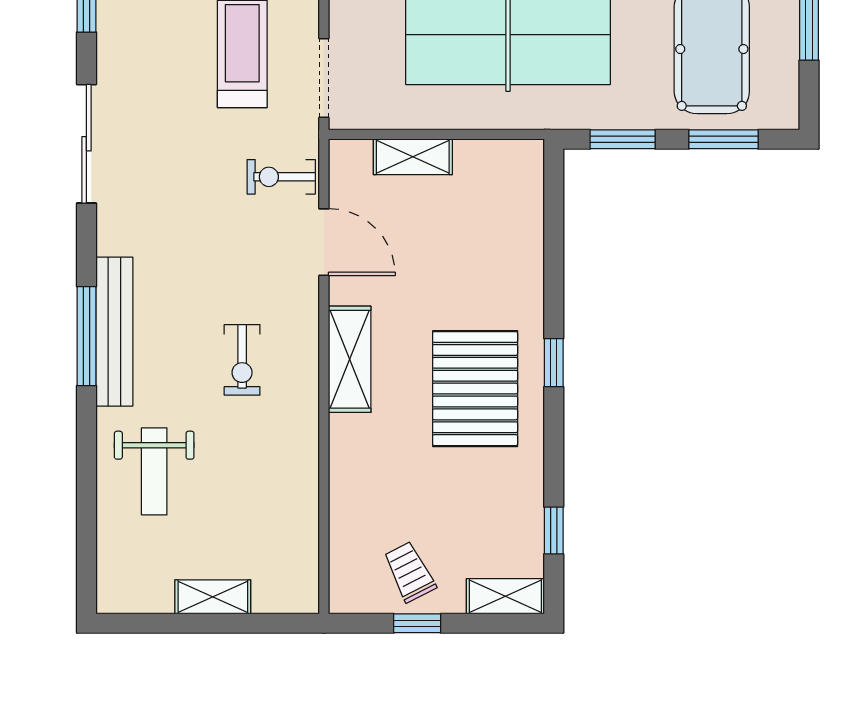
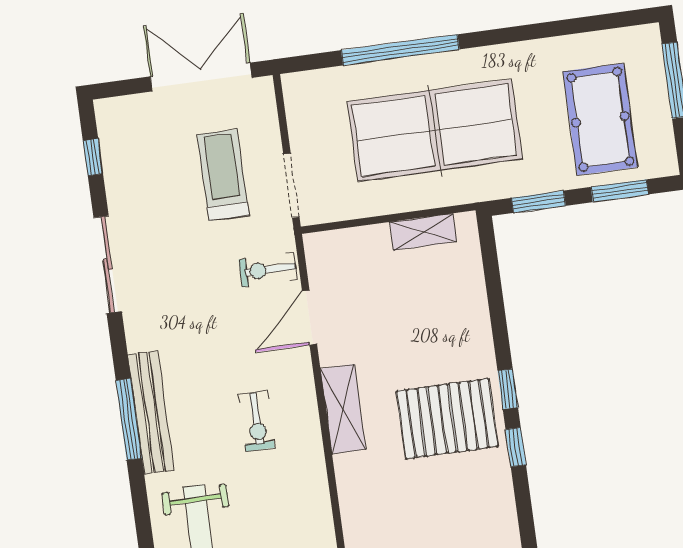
shelving: (413, 157) -> (423, 232), moved
door: (324, 242) -> (309, 317), swing flipped
pallet: (475, 389) -> (447, 419), turned 90
window: (554, 531) -> (516, 447), moved

